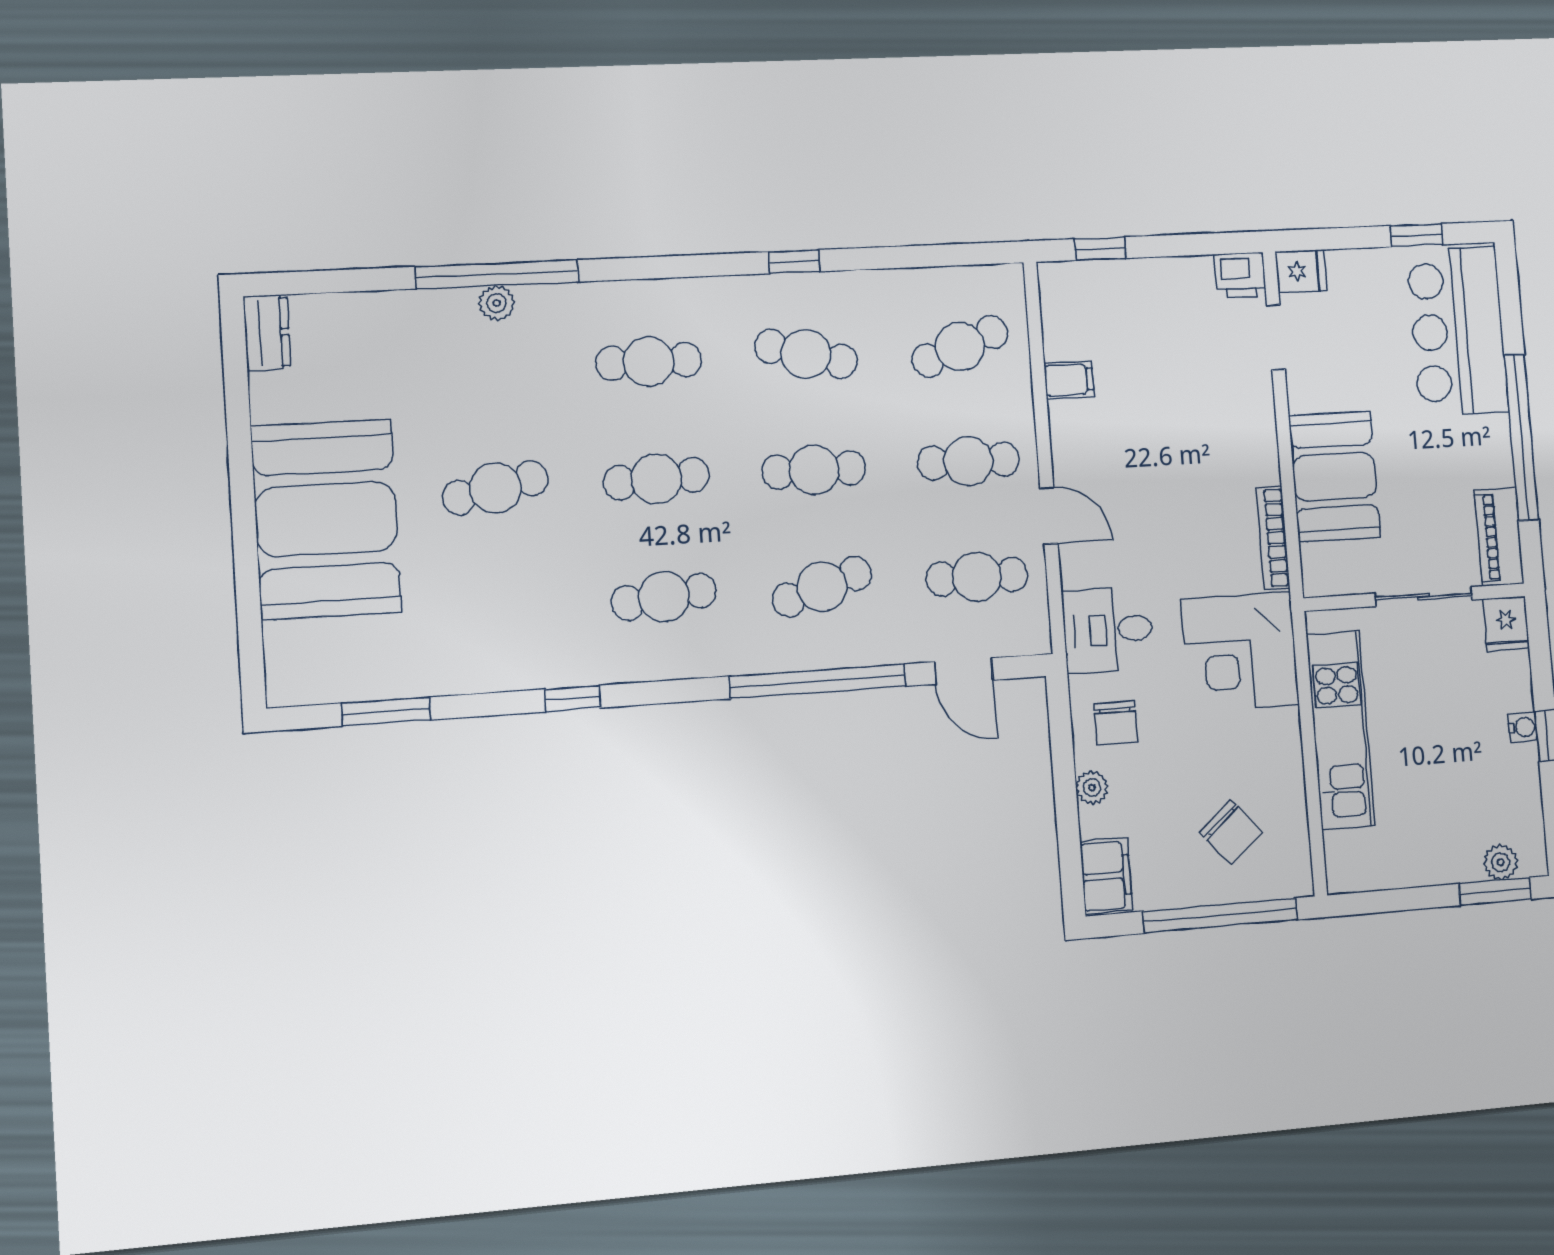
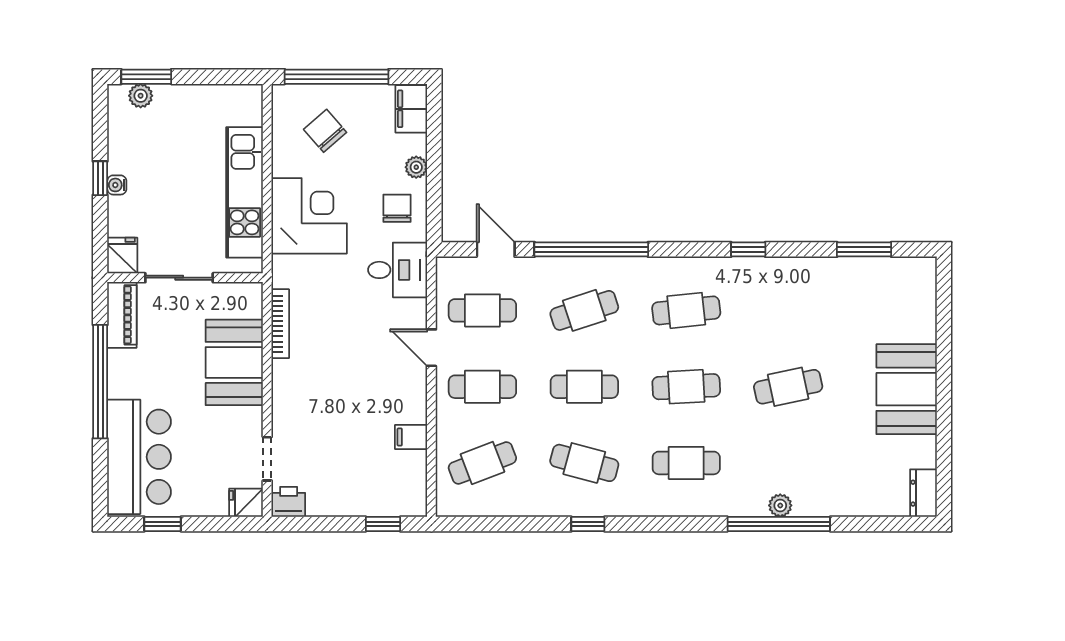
booth: (326, 519) -> (907, 389), width x0.73, depth x0.70
corner desk: (1240, 652) -> (309, 216), moved

